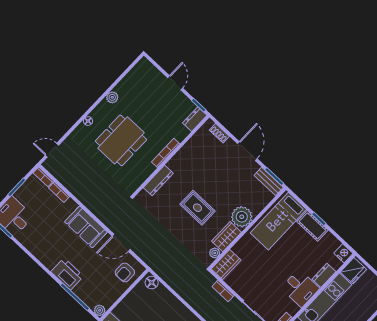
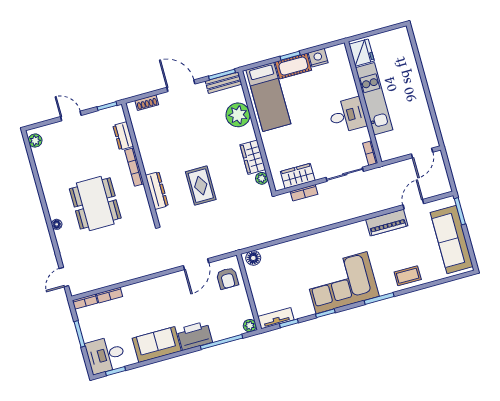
plant: (112, 97) -> (35, 141), moved
dresser: (195, 119) -> (123, 136), moved
rug: (197, 208) -> (201, 186), moved, turned 90
plant: (242, 217) -> (238, 115), moved
sofa: (86, 227) -> (157, 345), moved, turned 180
nightstand: (343, 253) -> (318, 58), moved
wardrobe: (226, 265) -> (298, 176), moved, turned -90
dresser: (324, 275) -> (349, 84), removed

